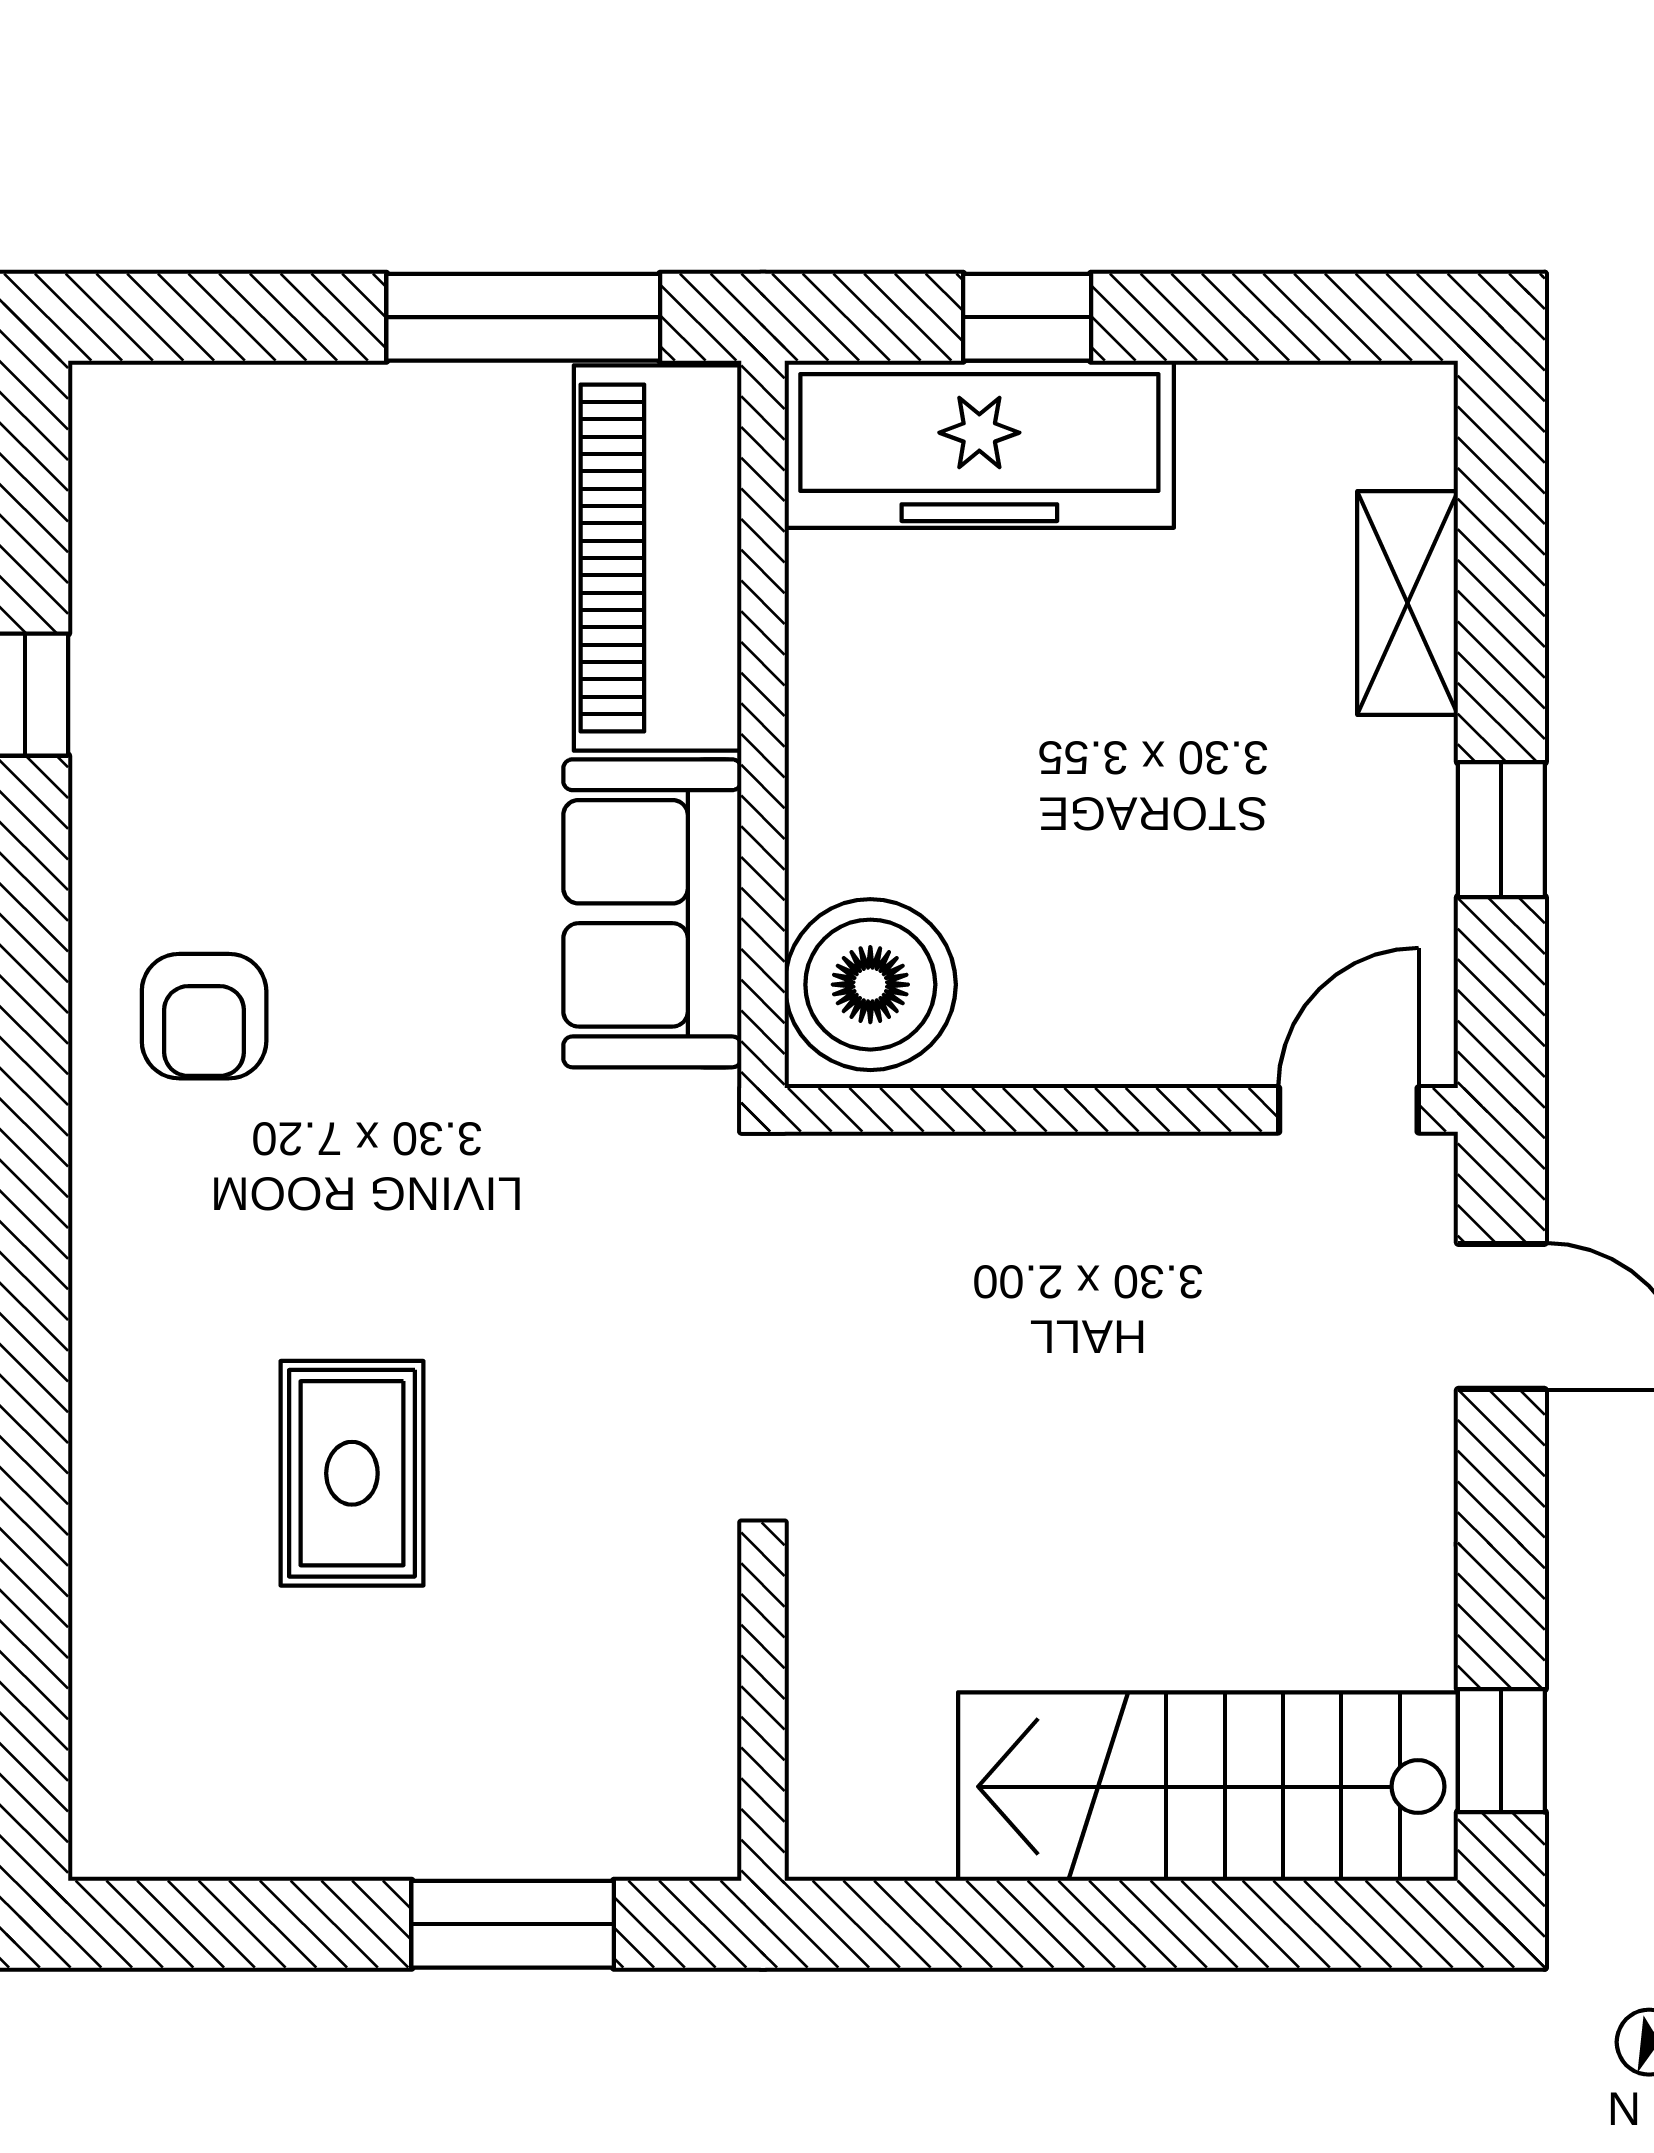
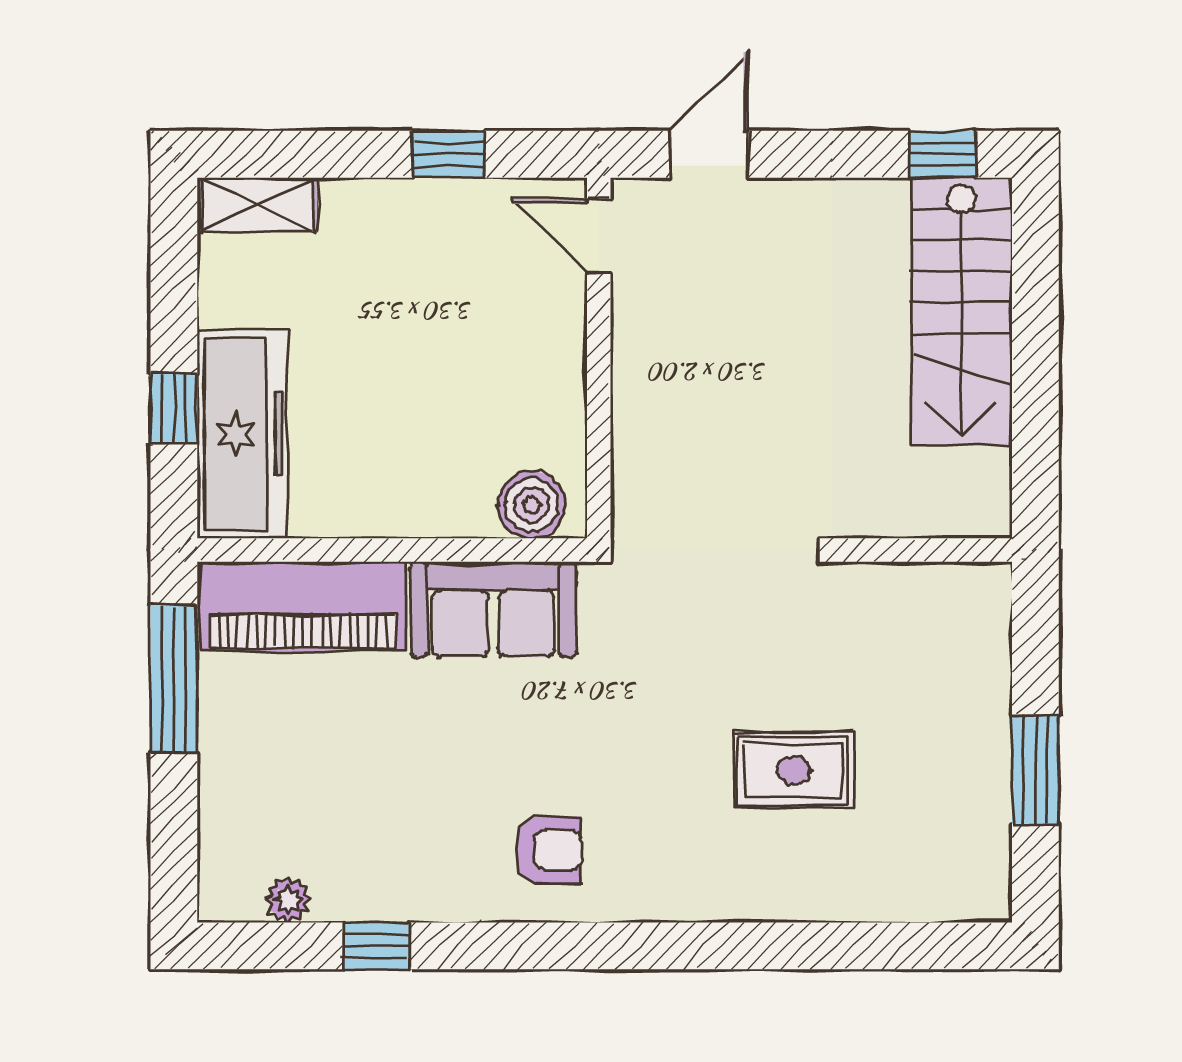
plant: (111, 530) -> (288, 900), added
shelving: (1408, 603) -> (257, 205), moved
boiler: (870, 985) -> (532, 505), width x0.73, depth x0.73
window: (513, 1924) -> (1035, 770), moved

